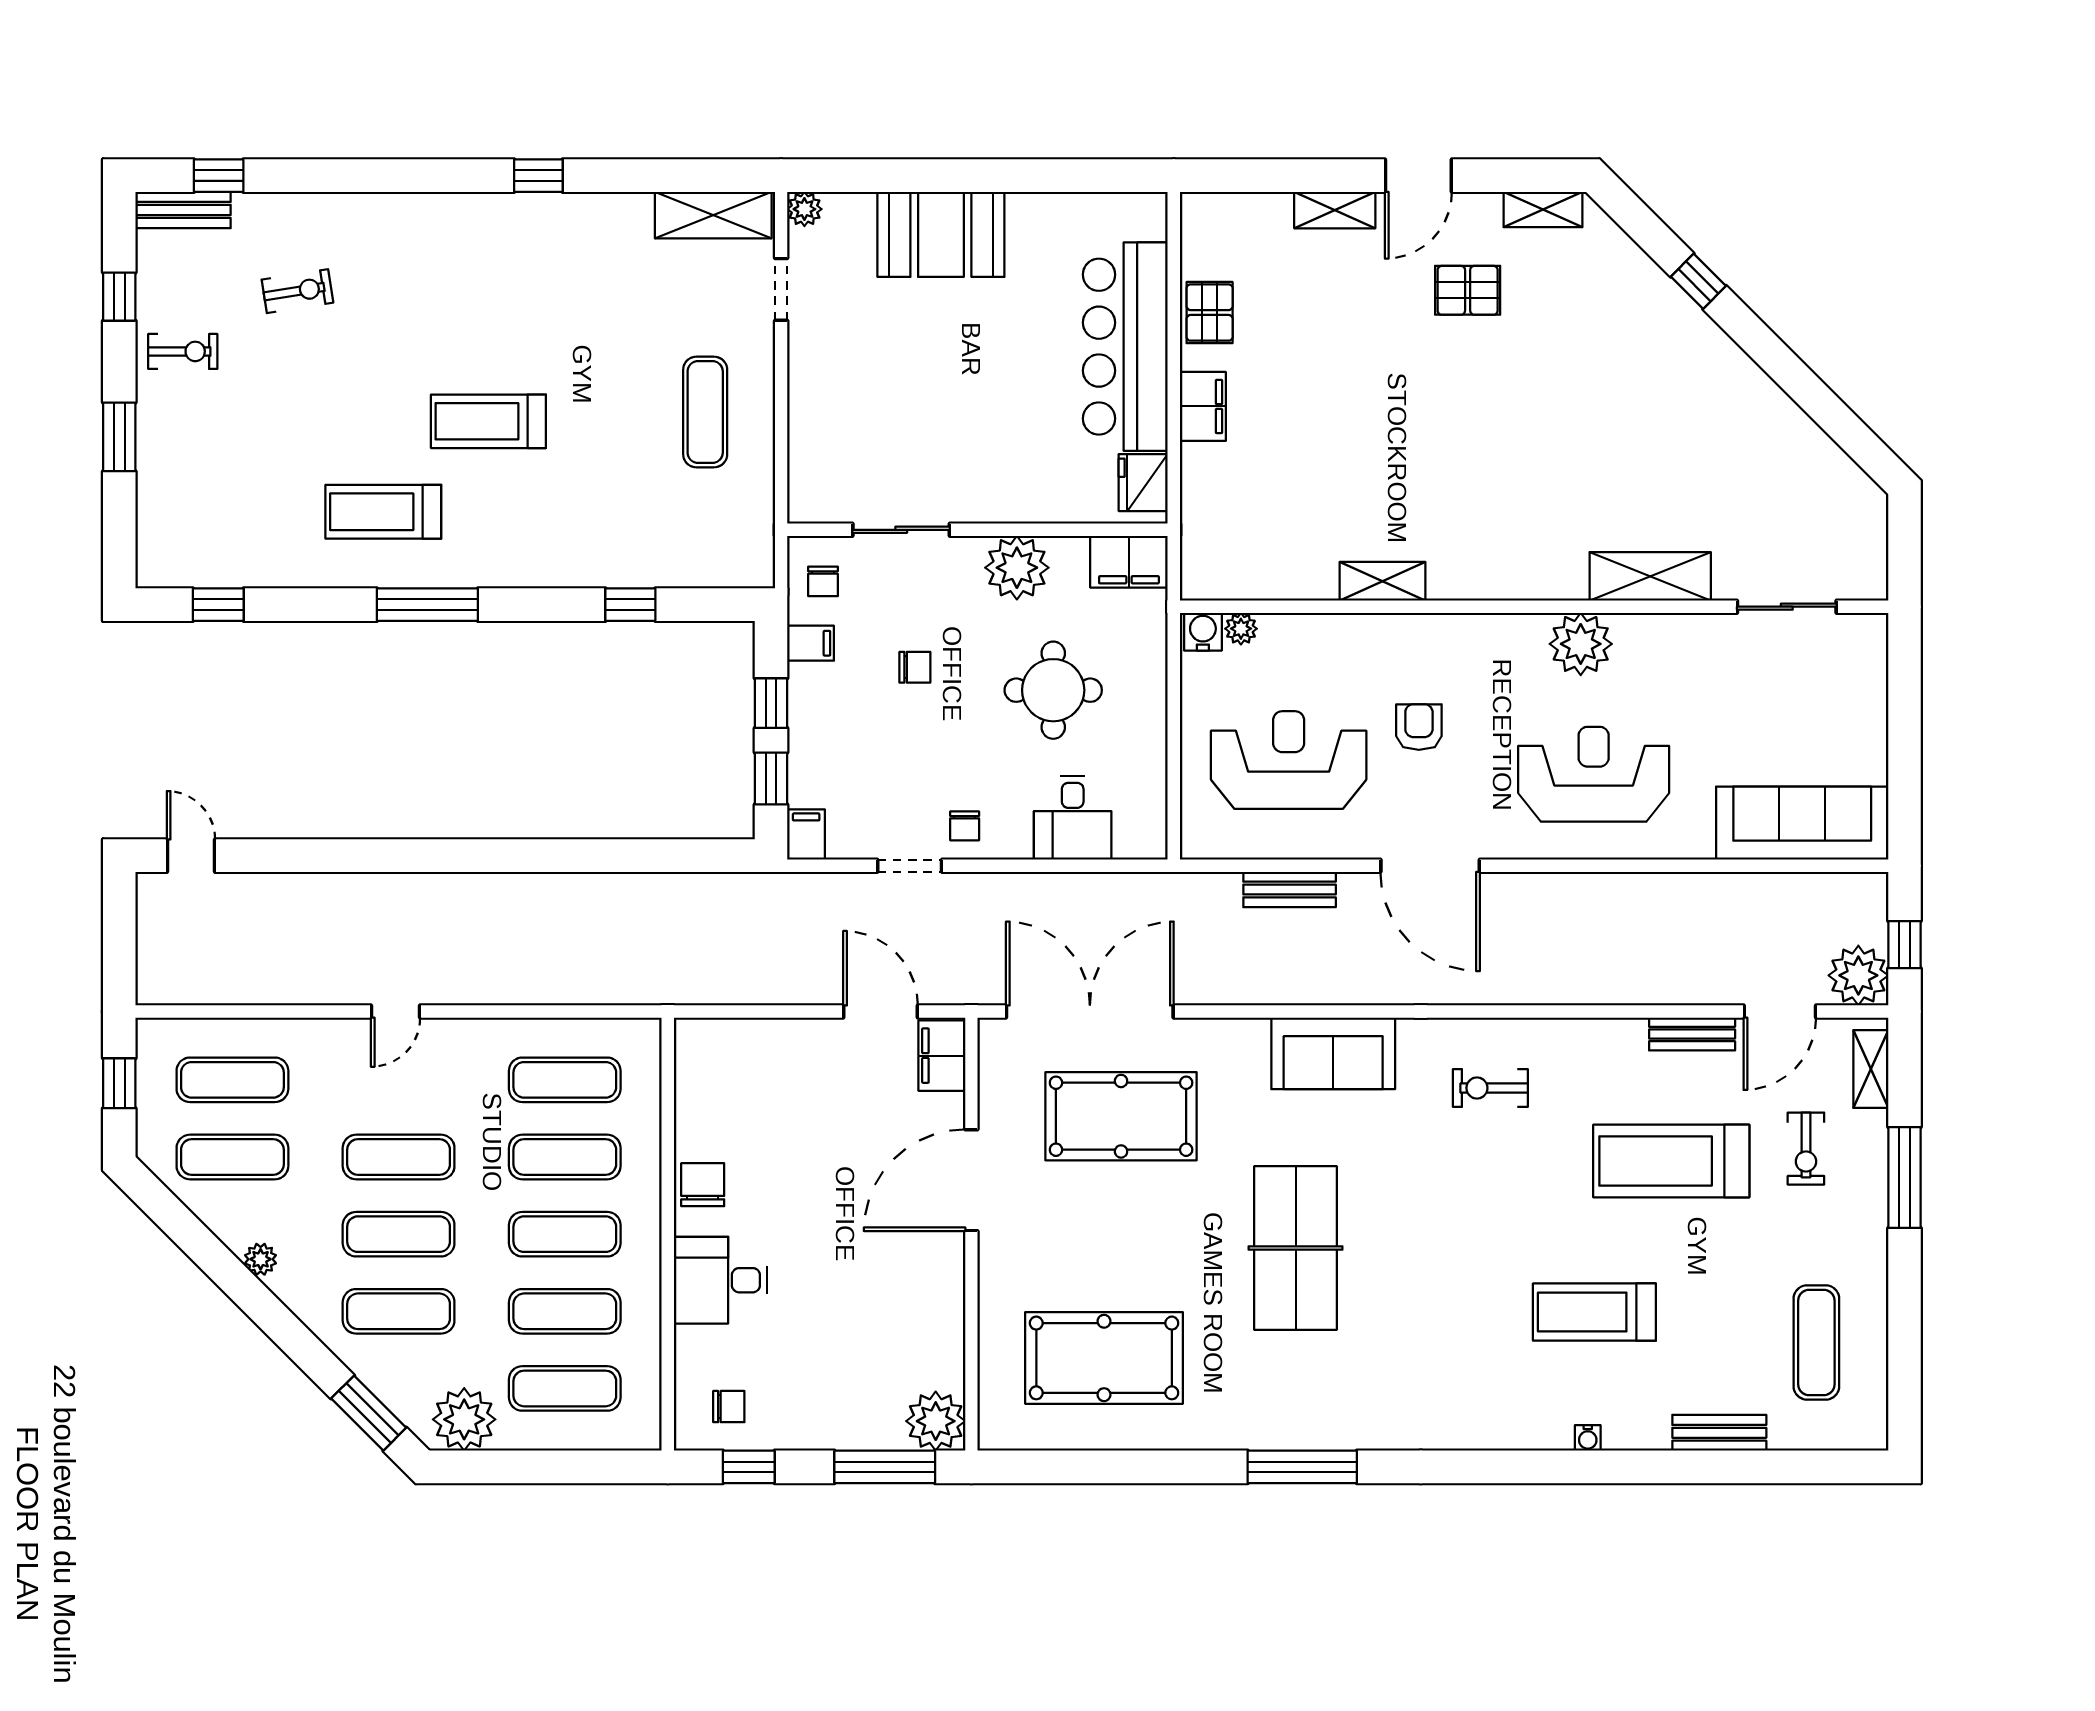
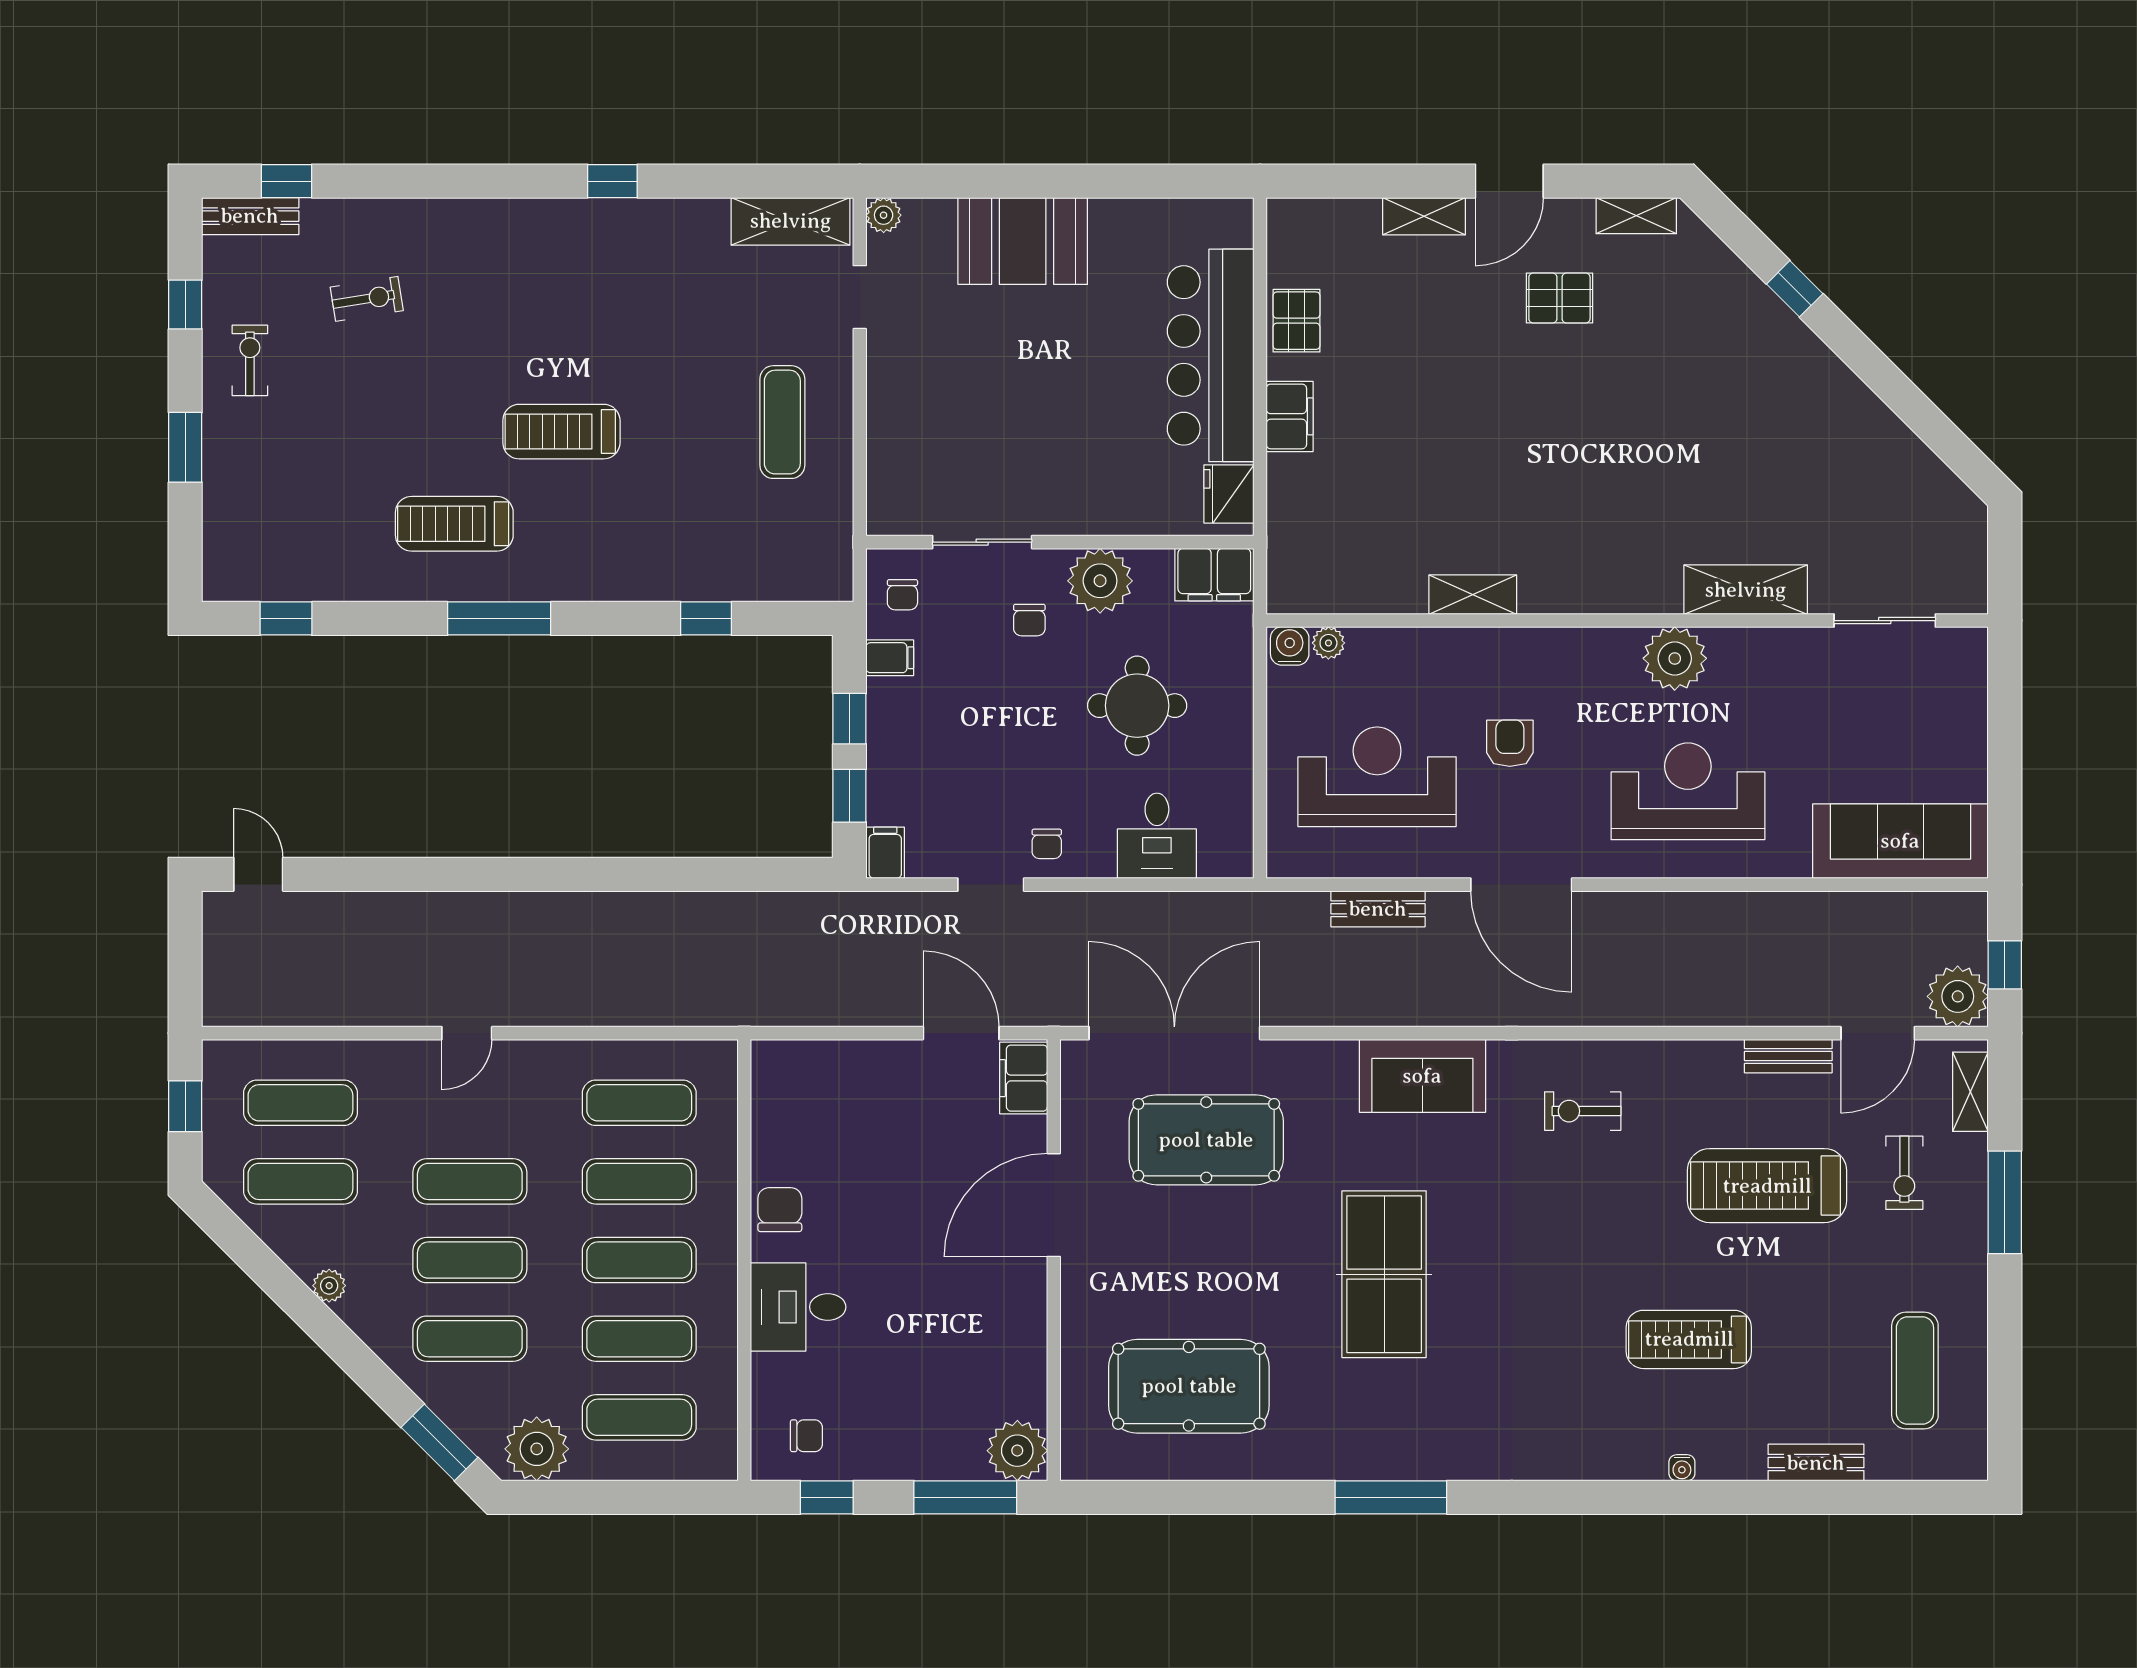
exercise bike: (183, 351) -> (250, 360), turned -90
chair: (915, 667) -> (1029, 620), moved, turned 90

